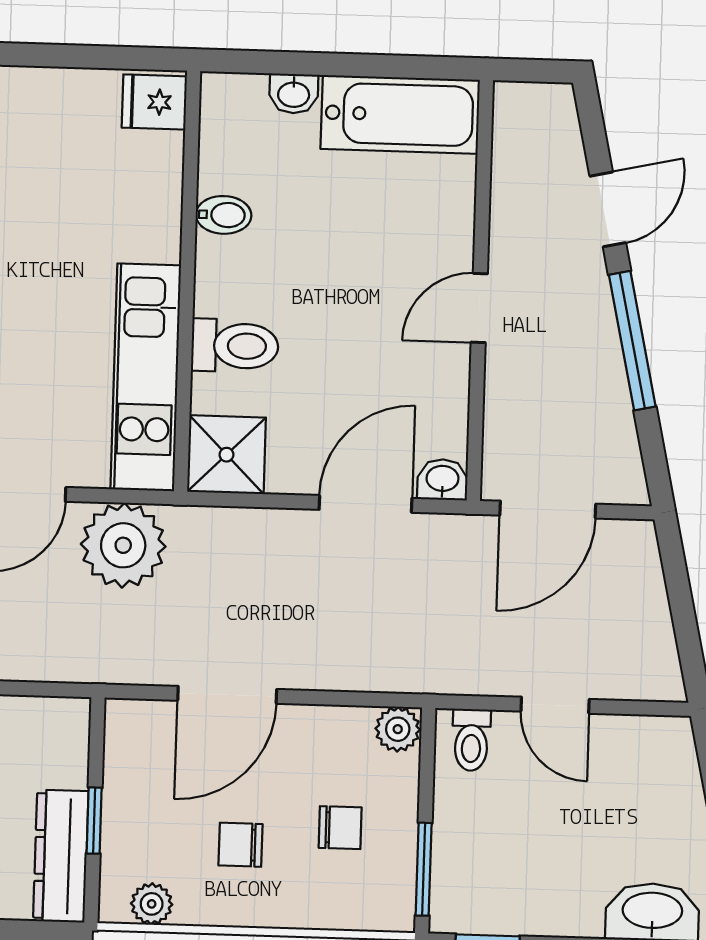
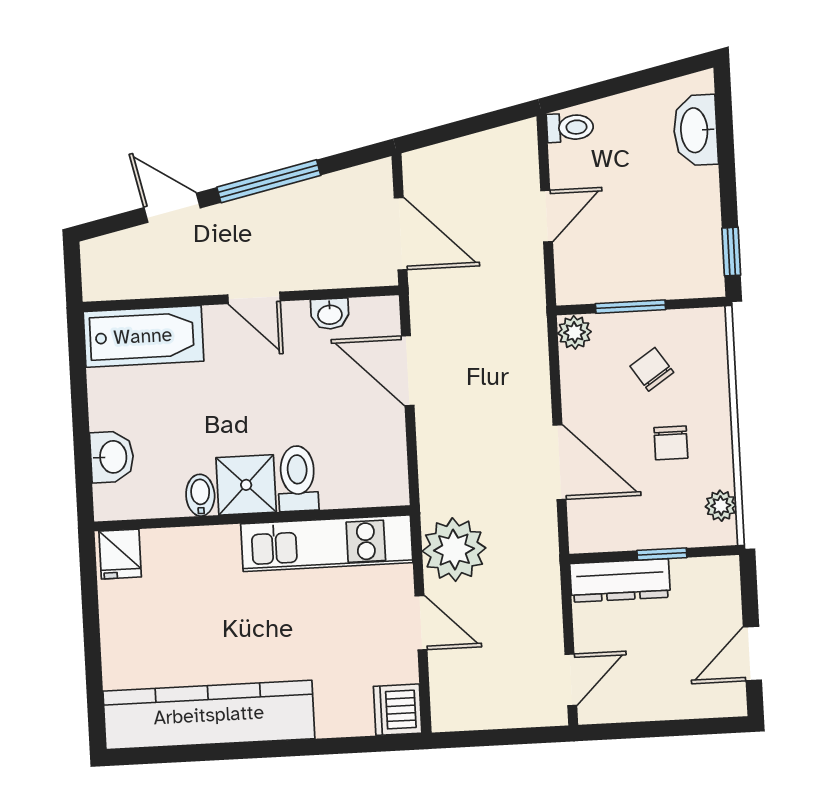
washbasin: (294, 94) -> (112, 457), width x1.38, depth x1.45
bathtub: (400, 114) -> (143, 336), moved, turned 90
shower: (227, 455) -> (246, 485), moved
washbasin: (442, 480) -> (330, 314), moved, turned -90
toilet: (471, 740) -> (570, 127), moved
chair: (340, 828) -> (652, 369), turned -34
dresser: (61, 856) -> (620, 580), moved
window: (424, 869) -> (630, 307), moved

